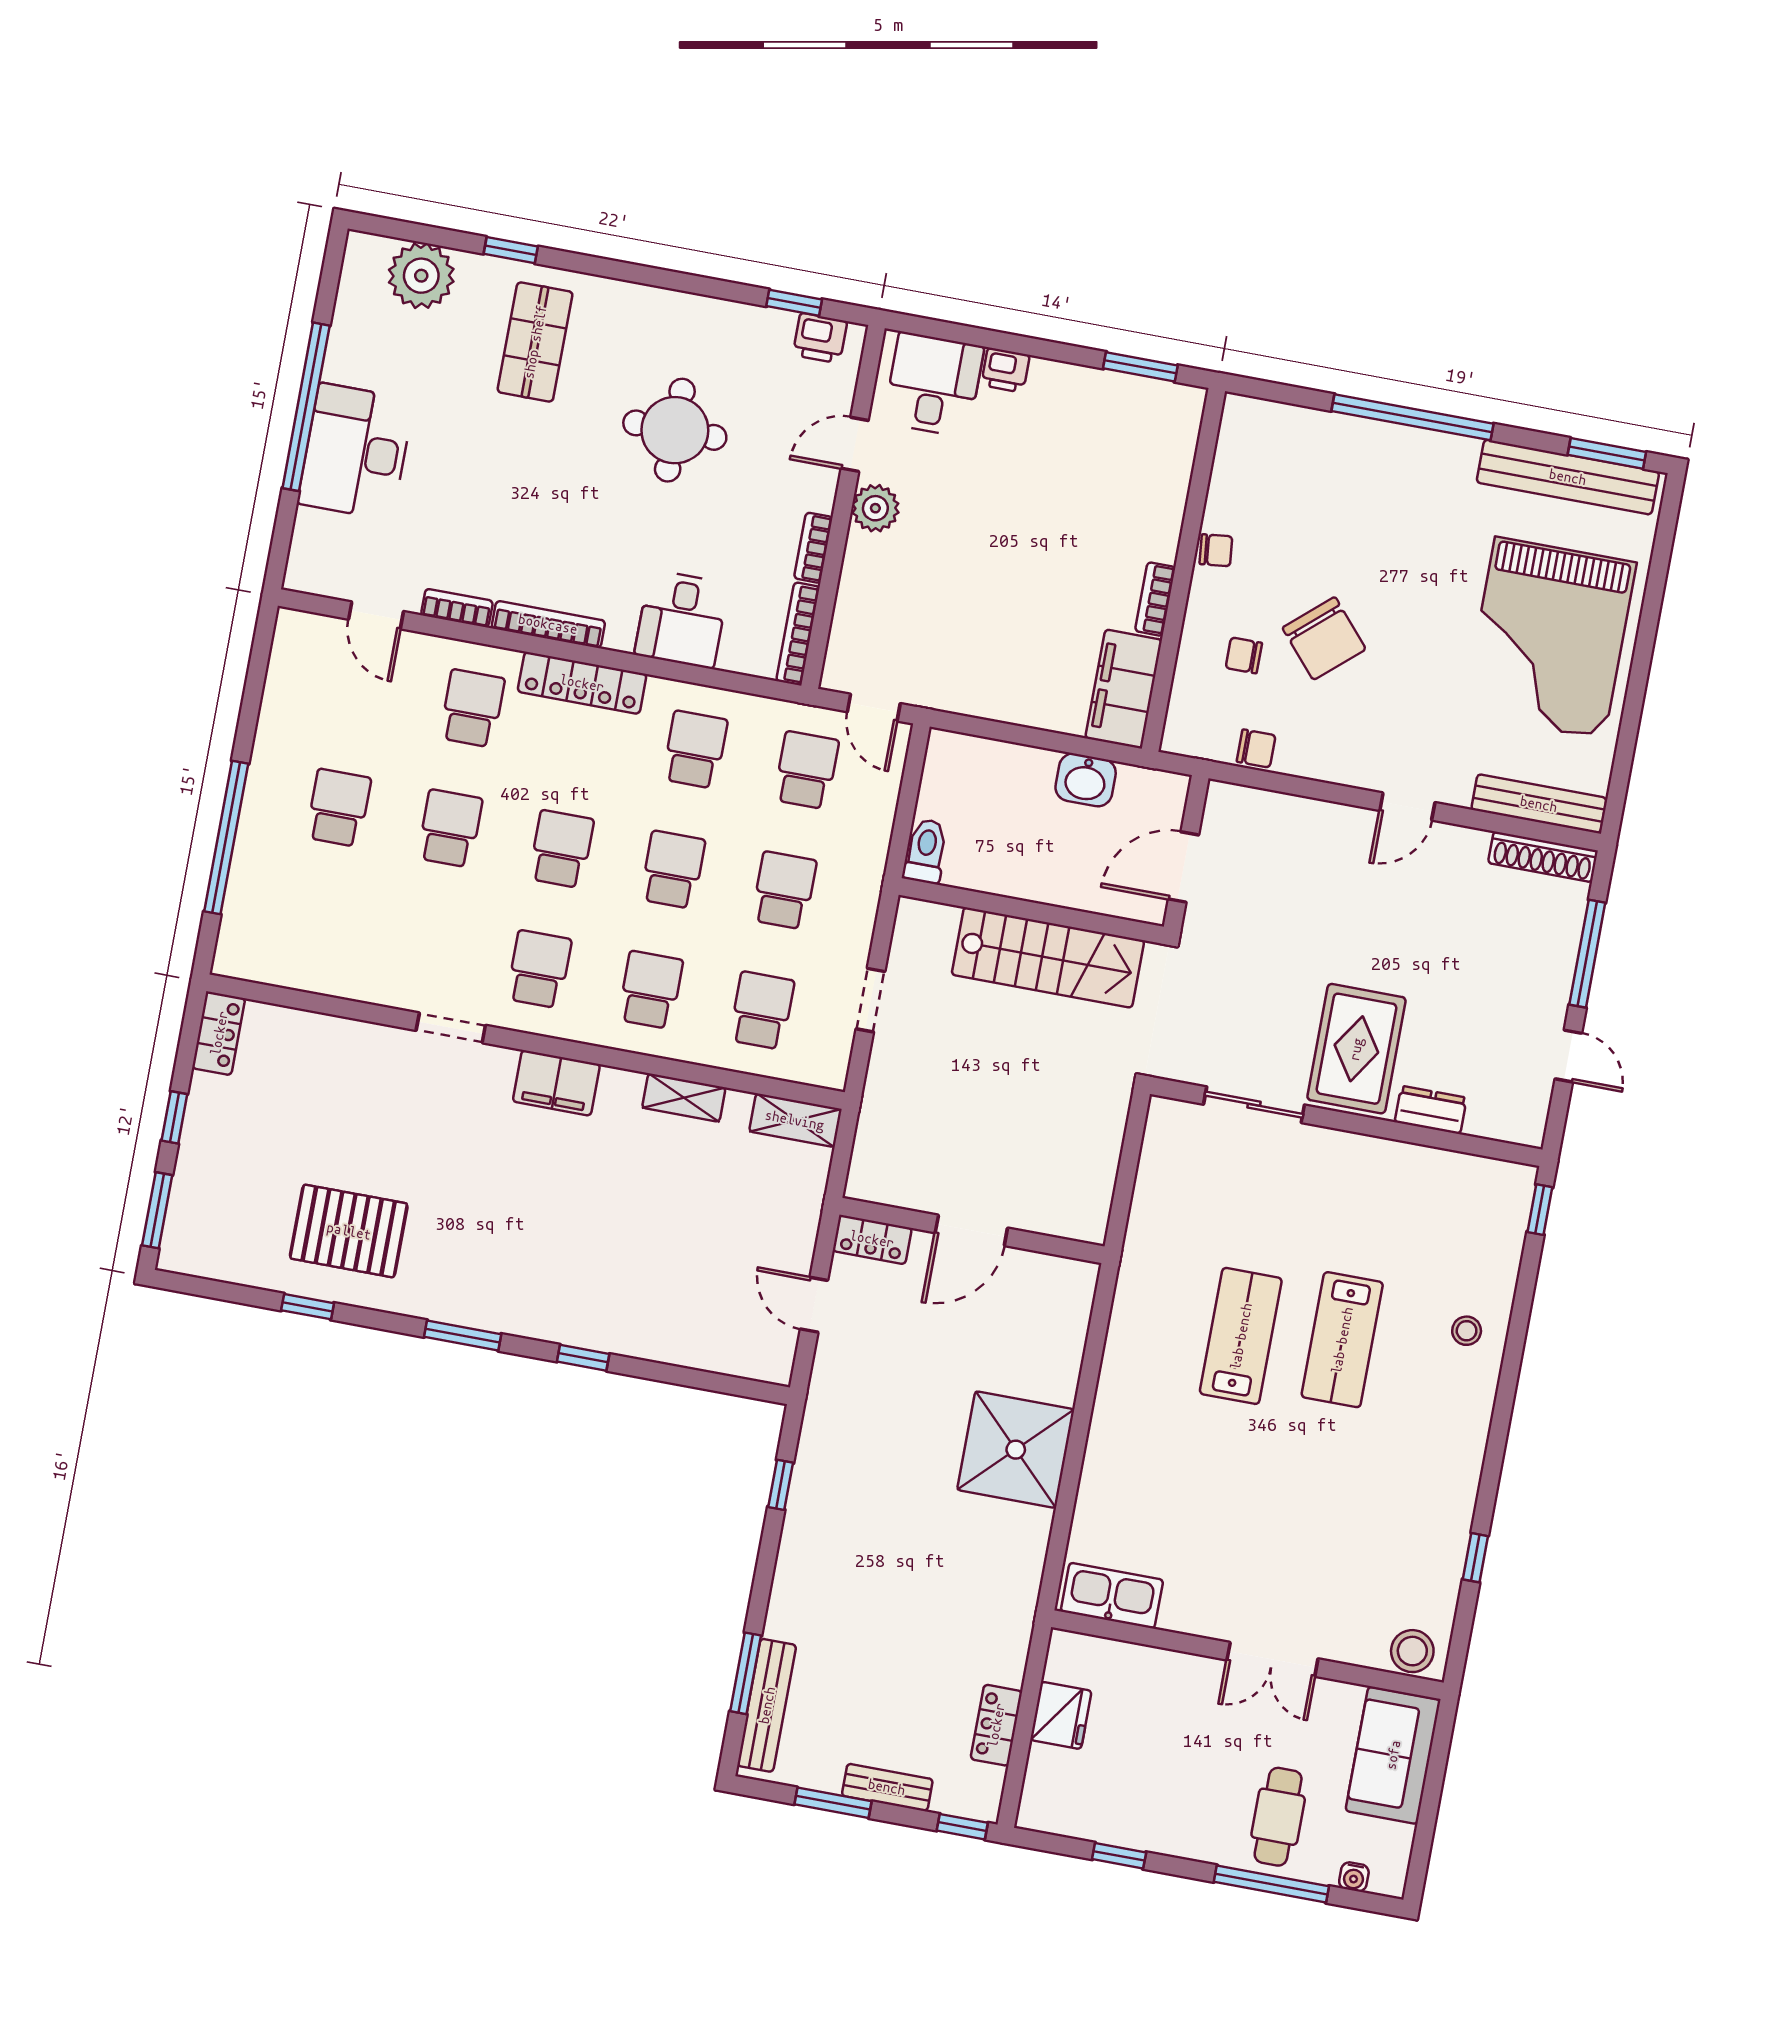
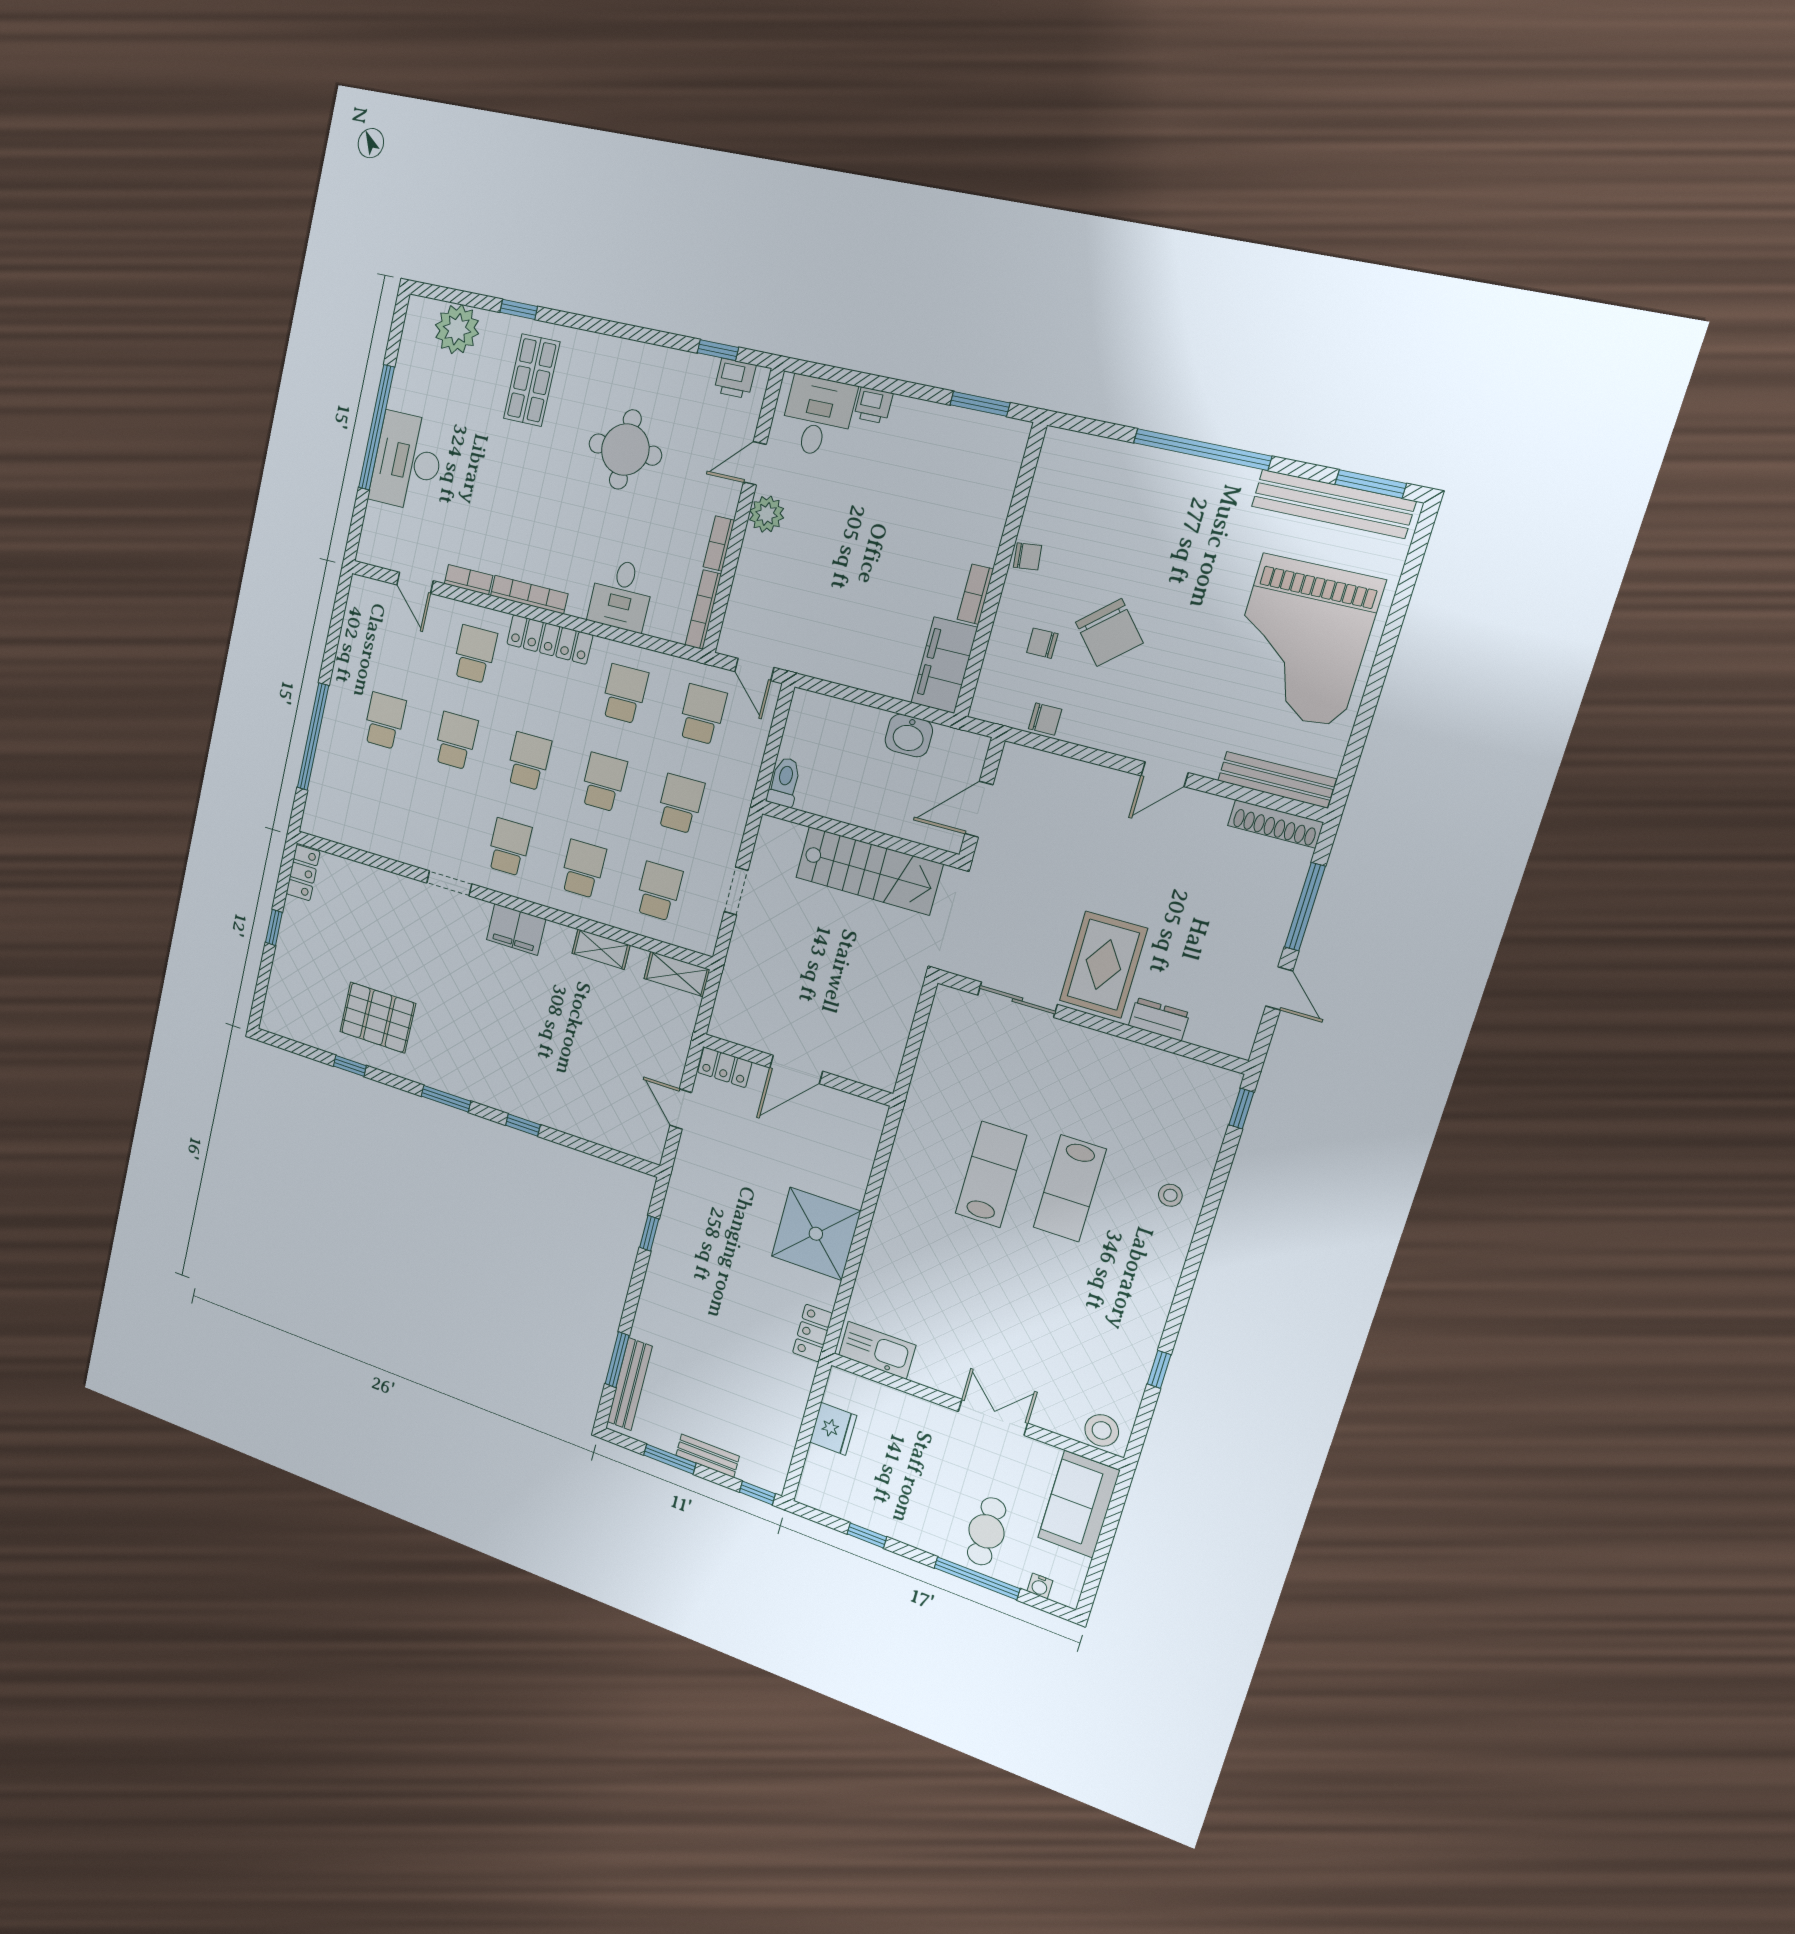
window: (157, 1210) -> (261, 989), removed
double door: (1272, 1659) -> (993, 1417), swing flipped
locker: (996, 1725) -> (812, 1333), moved

